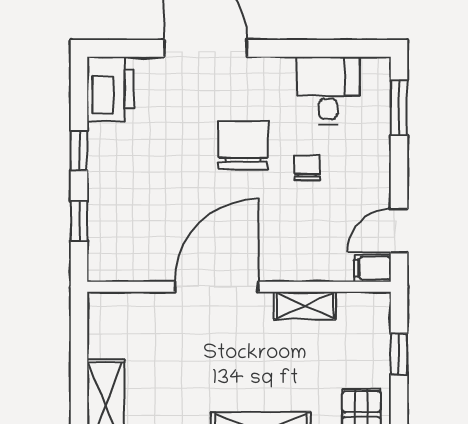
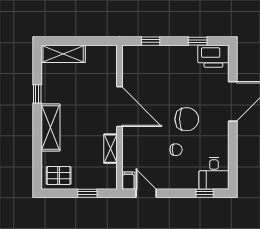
desk: (328, 90) -> (214, 173), moved, turned 90
window: (399, 108) -> (205, 193), width x0.67
window: (79, 151) -> (198, 41), moved

